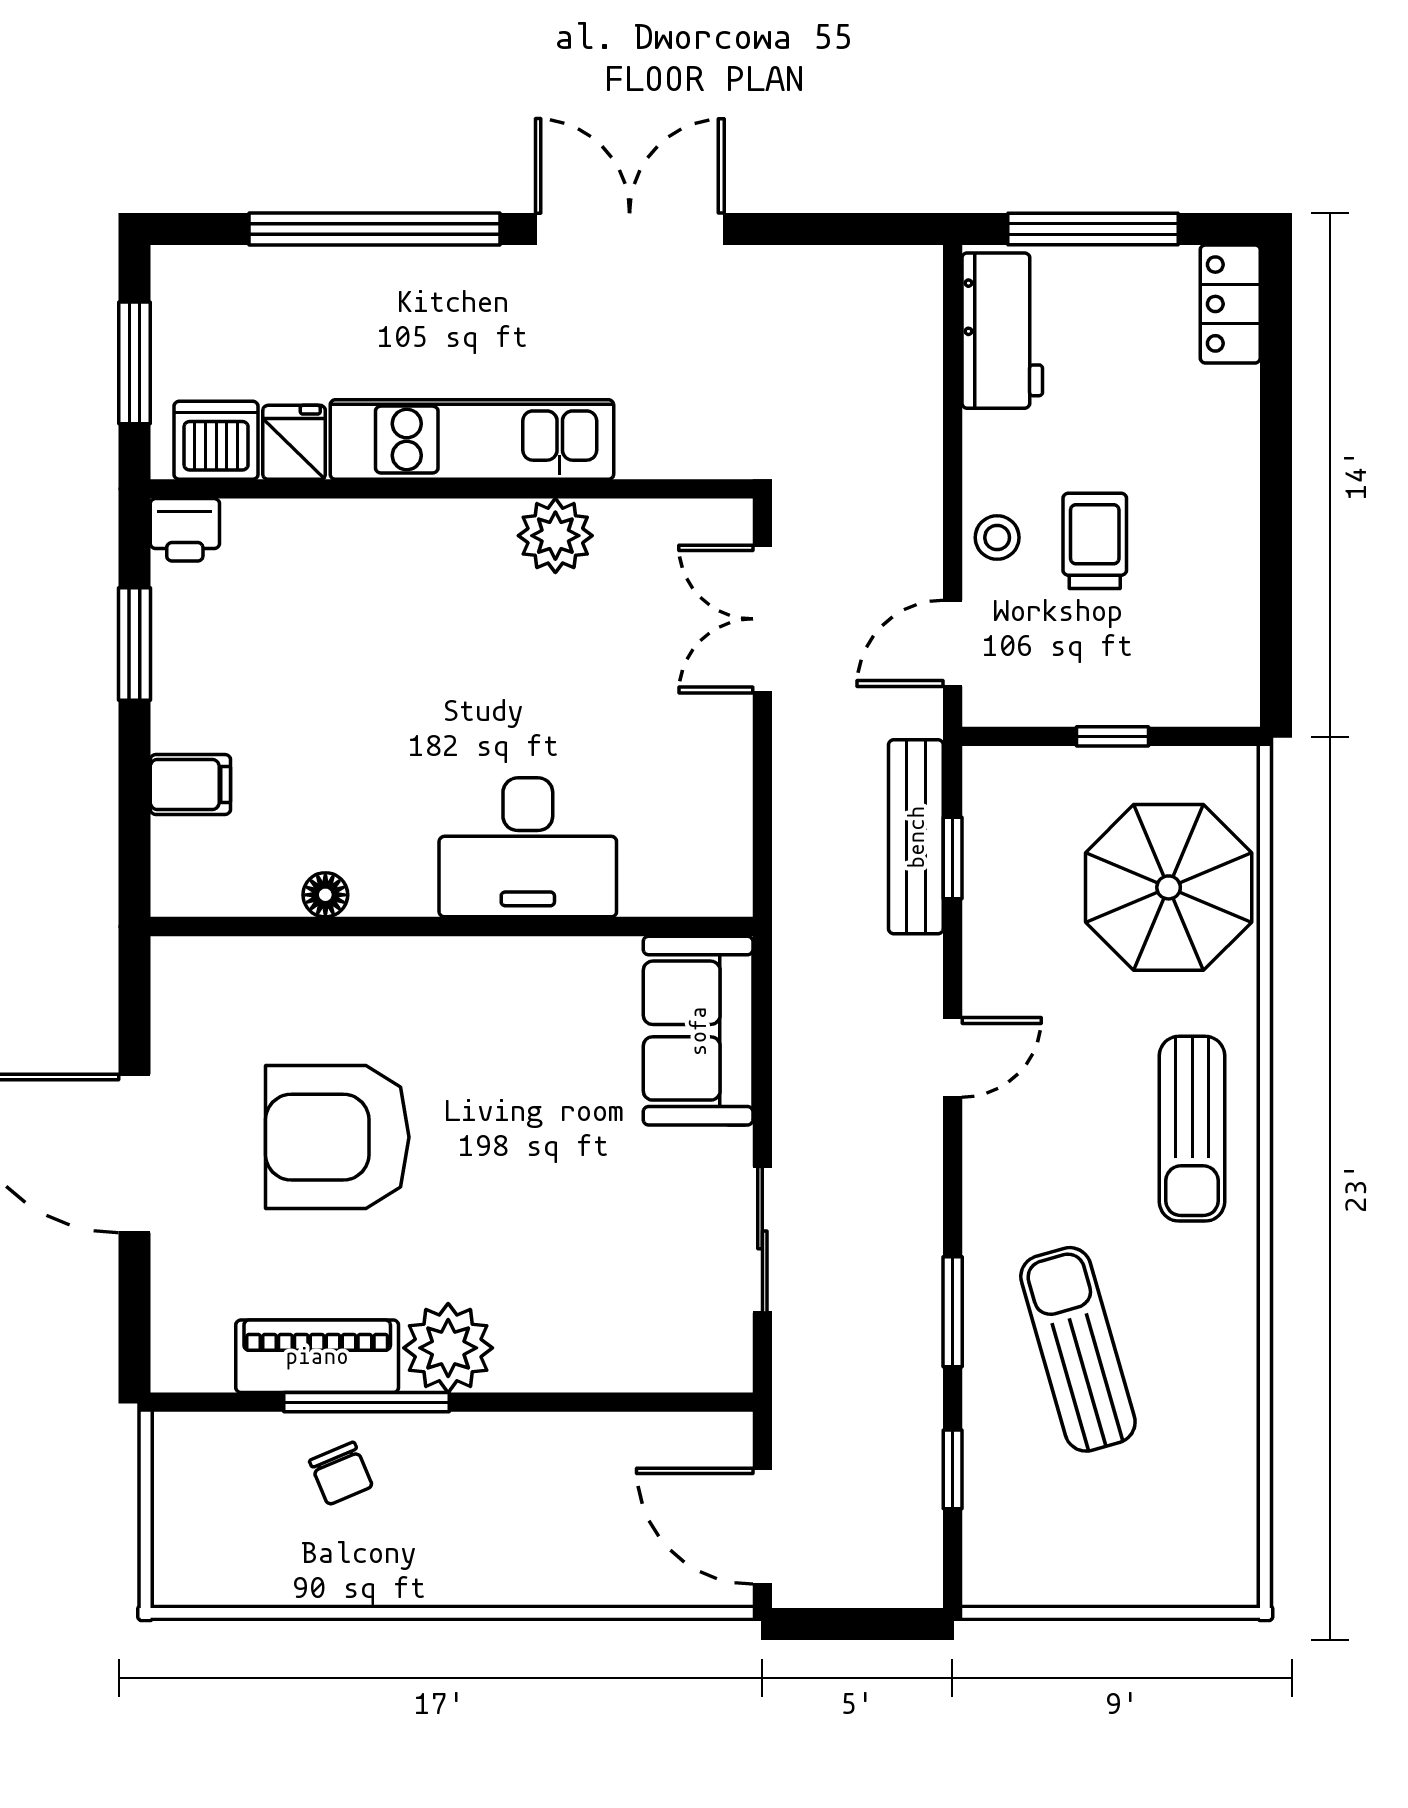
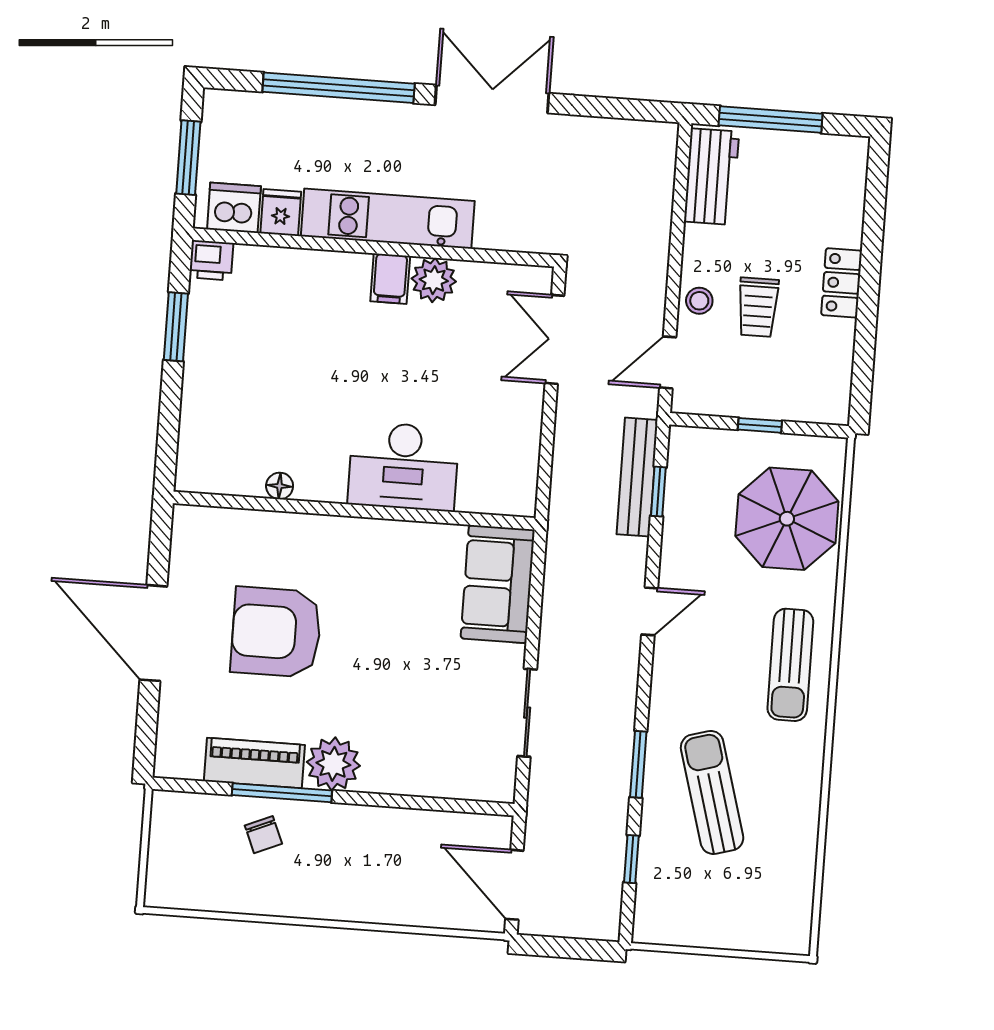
locker: (1230, 304) -> (842, 283), moved
trolley: (1095, 541) -> (758, 307), turned 180
filing cabinet: (190, 784) -> (390, 279), moved, turned 90

